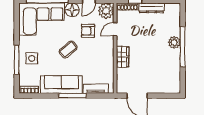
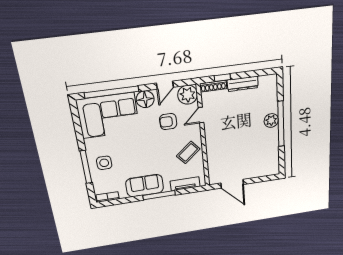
coffee table: (68, 50) -> (188, 152), moved
wardrobe: (123, 57) -> (213, 145), removed
sofa: (61, 84) -> (145, 186), width x0.73

